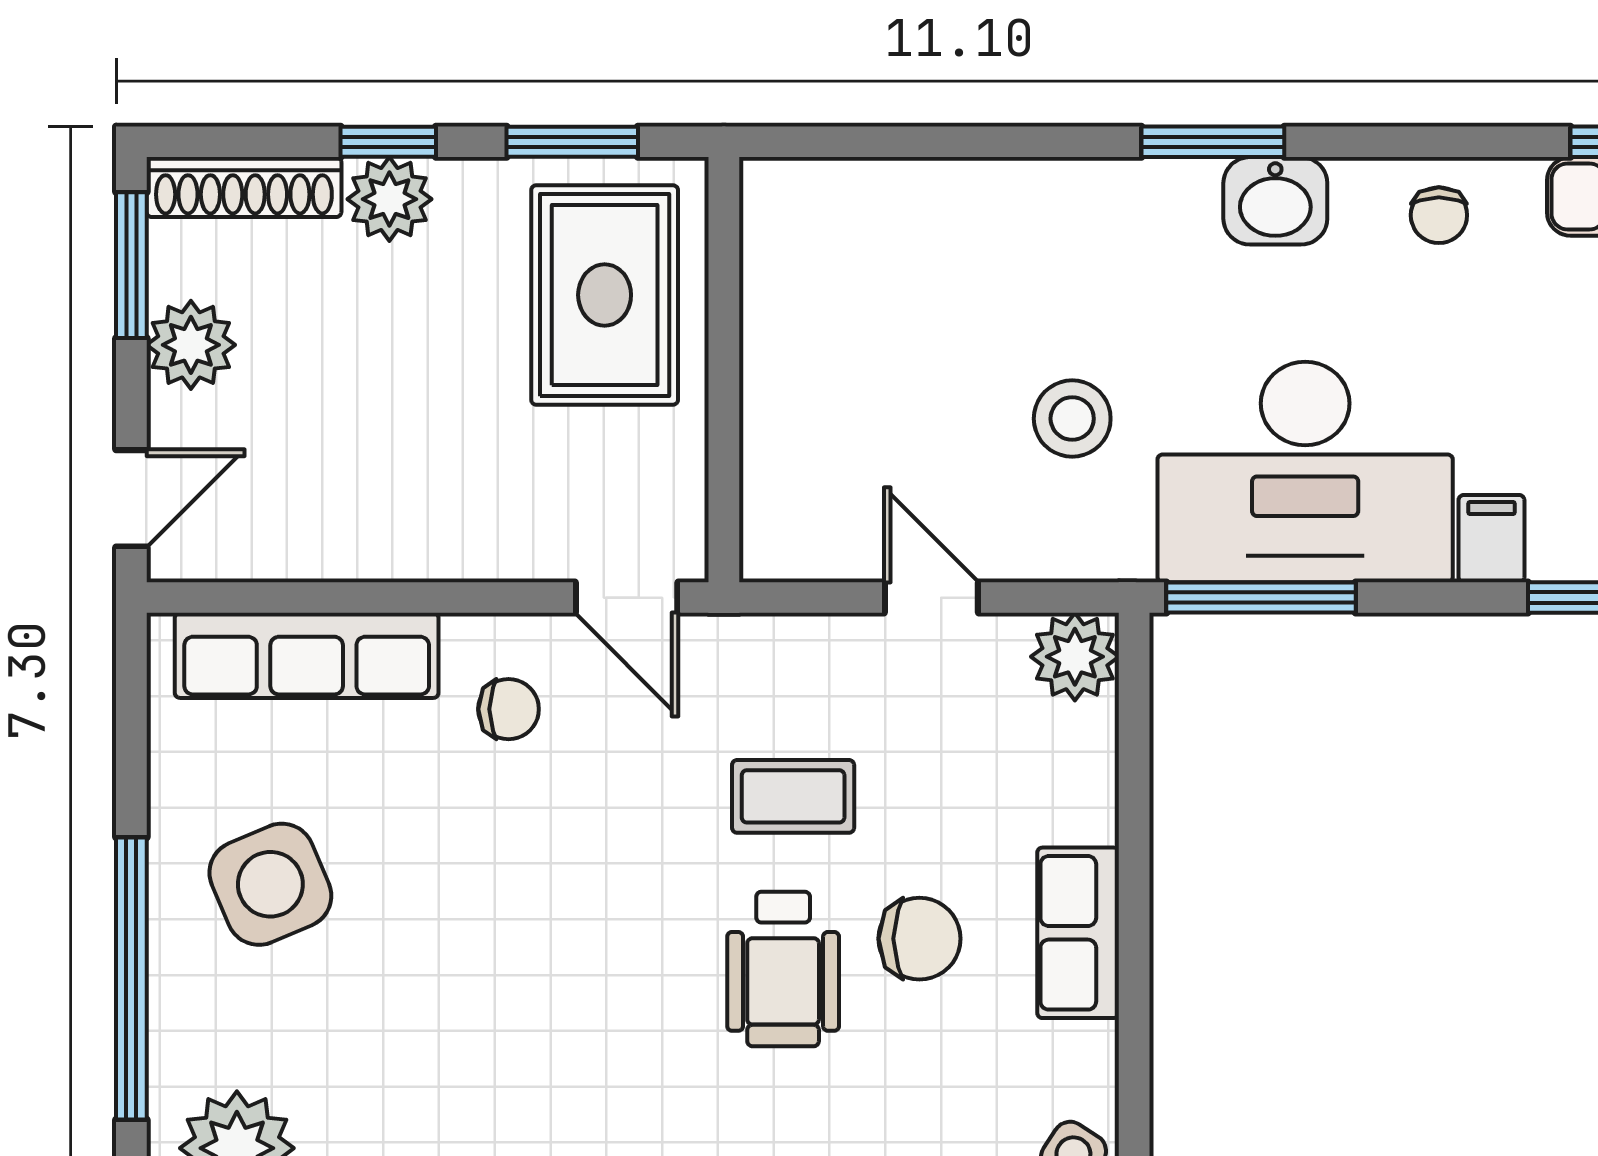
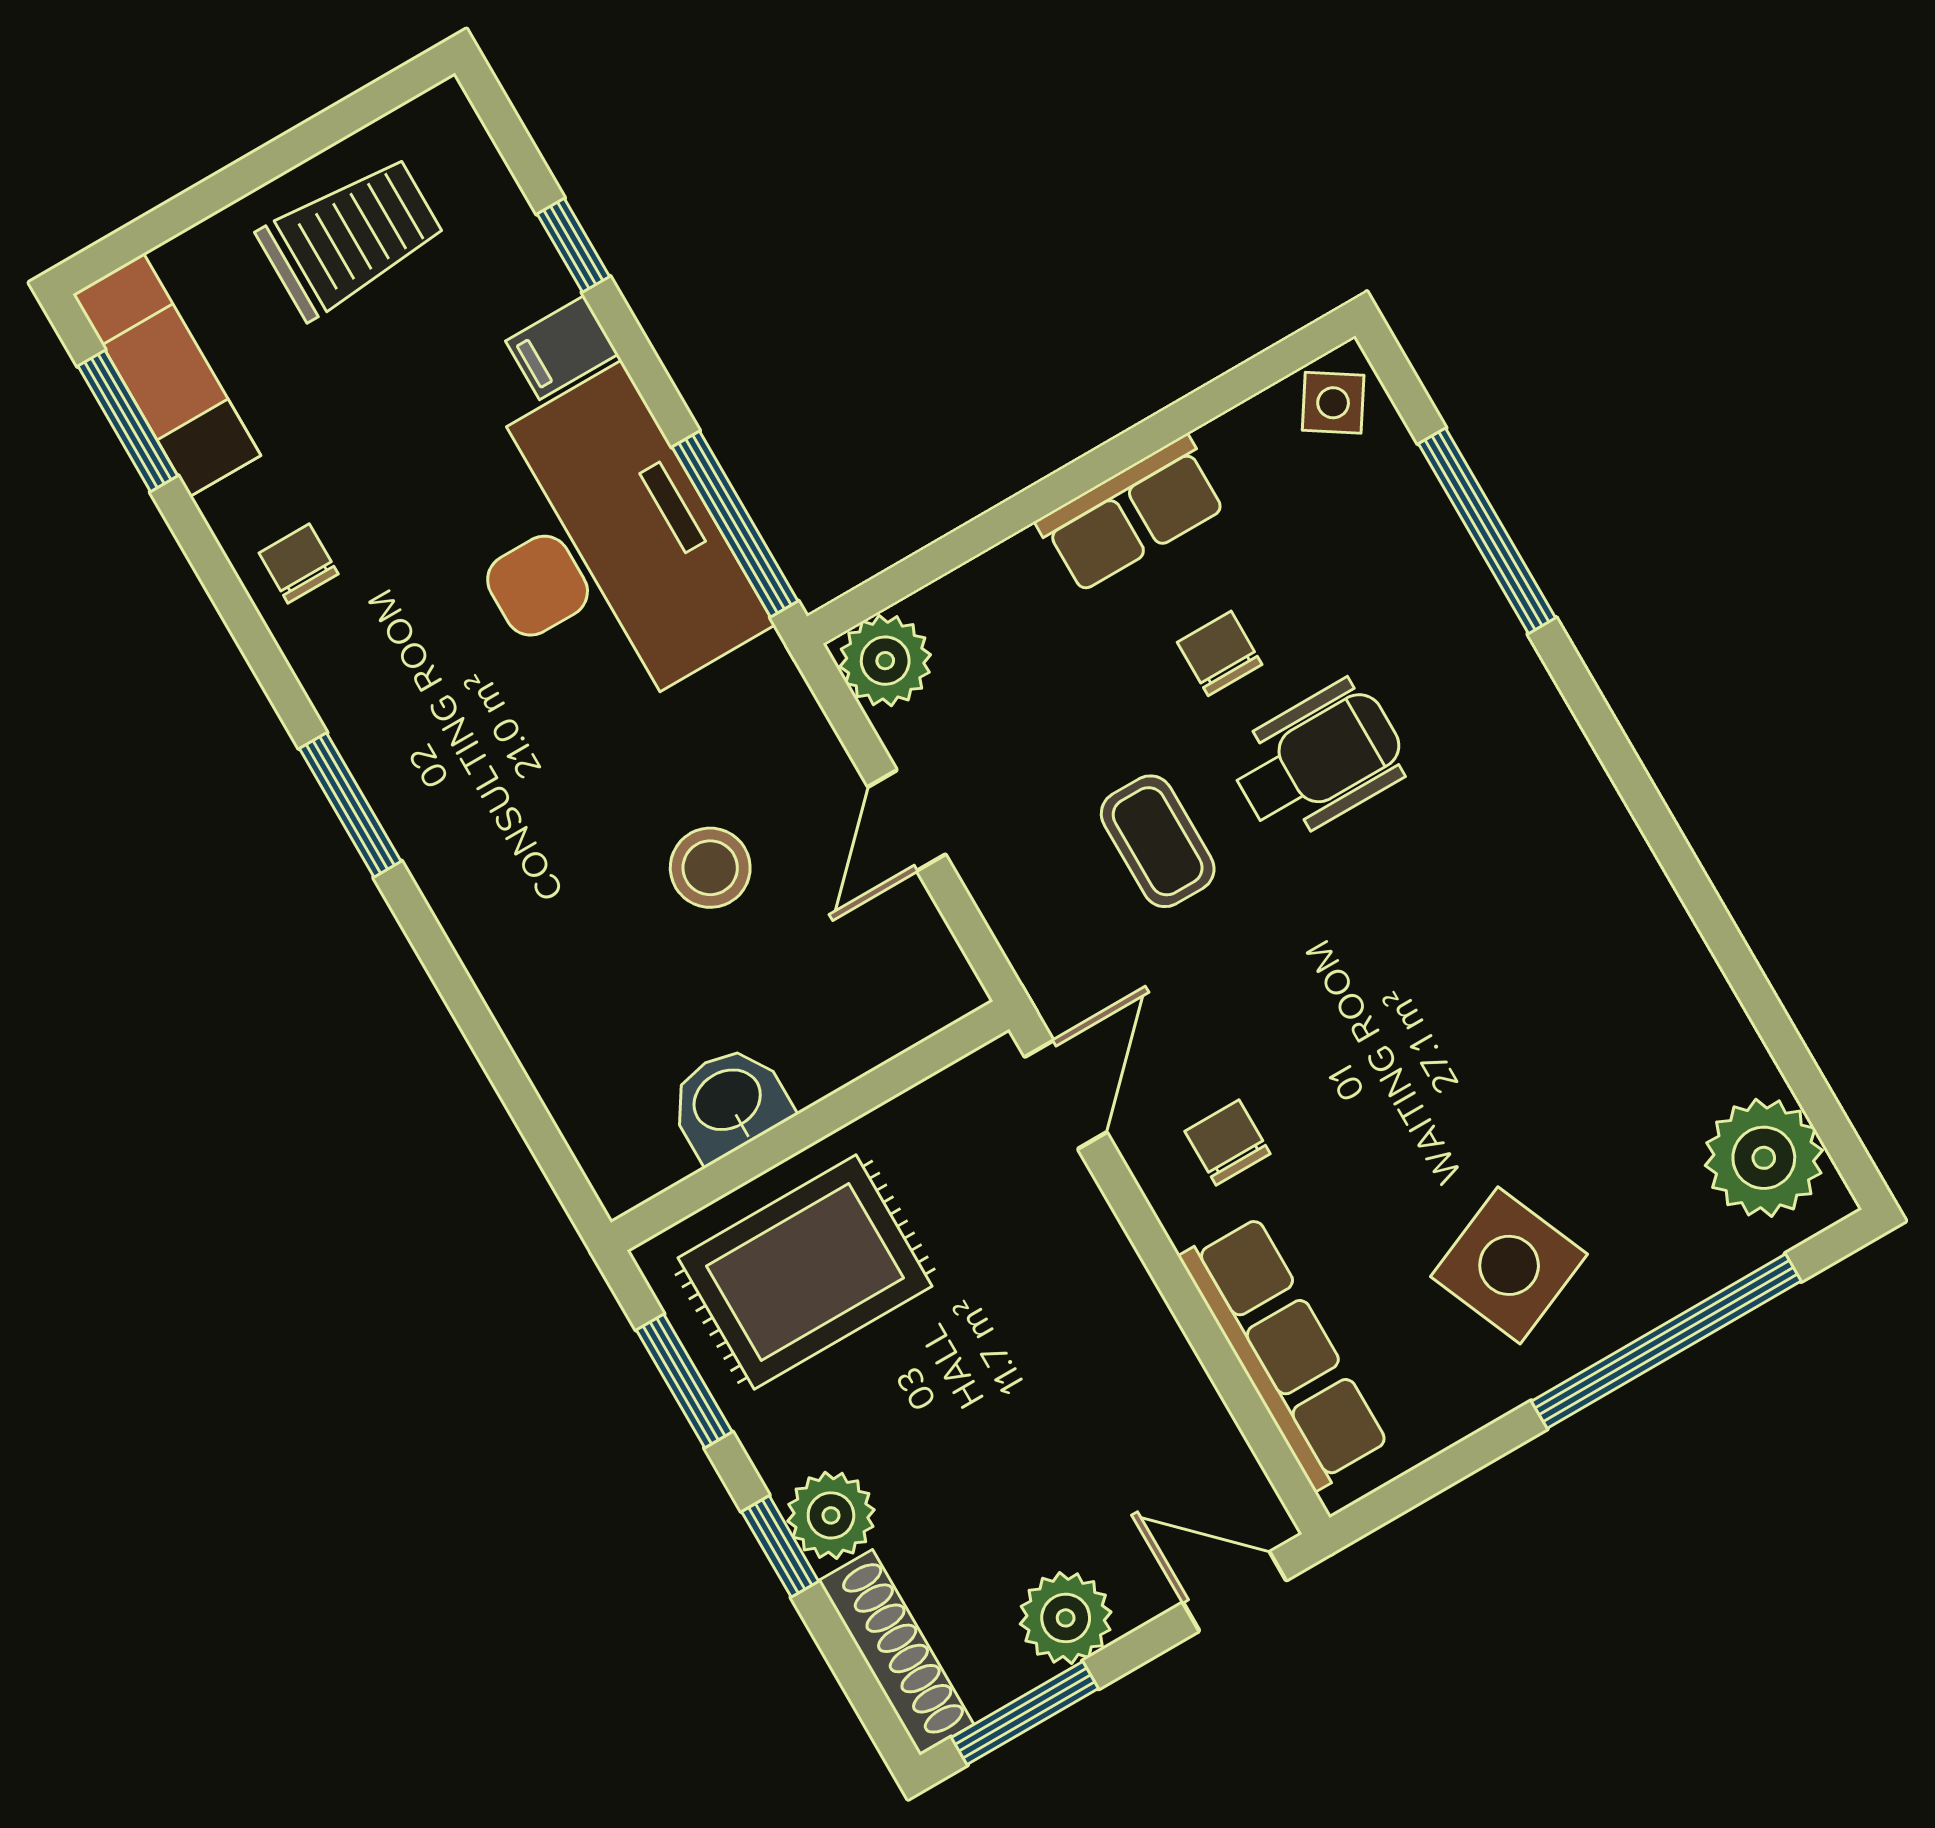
washbasin: (1275, 201) -> (729, 1102), moved, turned -90
chair: (1439, 215) -> (299, 563), turned -90
stool: (1072, 419) -> (710, 868), moved
chair: (919, 939) -> (1220, 653), width x0.73, depth x0.73

